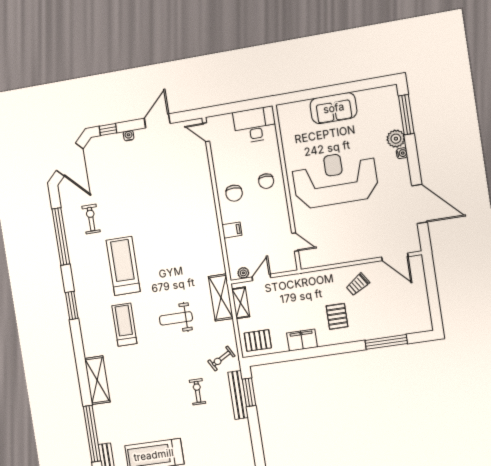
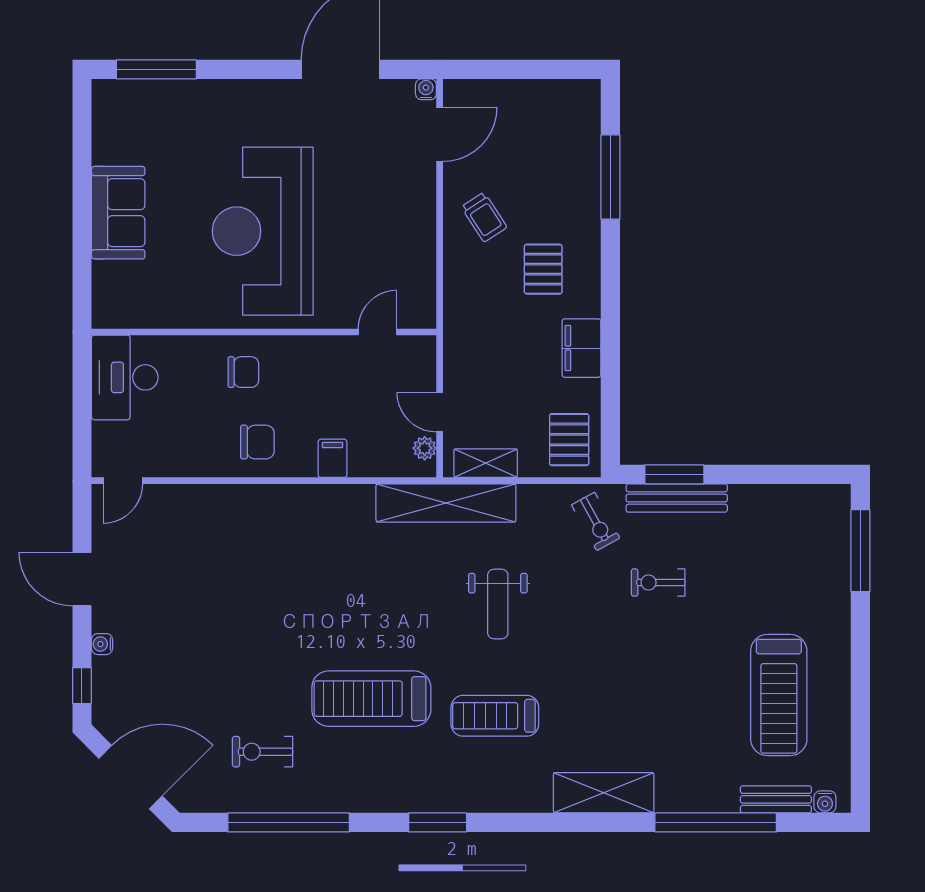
plant: (396, 139) -> (201, 97), removed
water cooler: (402, 153) -> (426, 89), moved
shelving: (221, 297) -> (446, 503), width x1.47
pallet: (337, 316) -> (543, 269), turned 90

